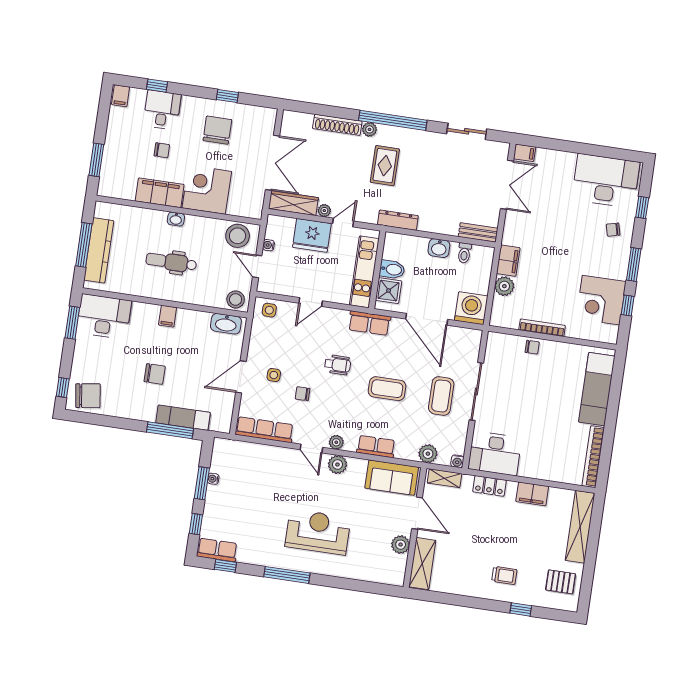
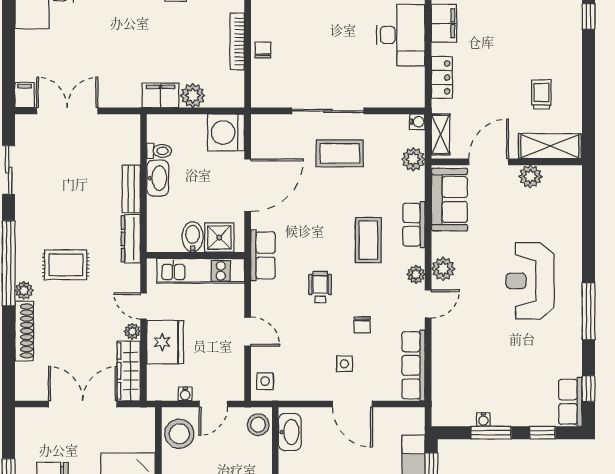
bench: (478, 232) -> (131, 189), moved
washbasin: (439, 248) -> (158, 178), width x1.38
coffee table: (387, 389) -> (368, 240), moved
desk: (495, 453) -> (401, 35), moved
trolley: (504, 575) -> (541, 94), moved

